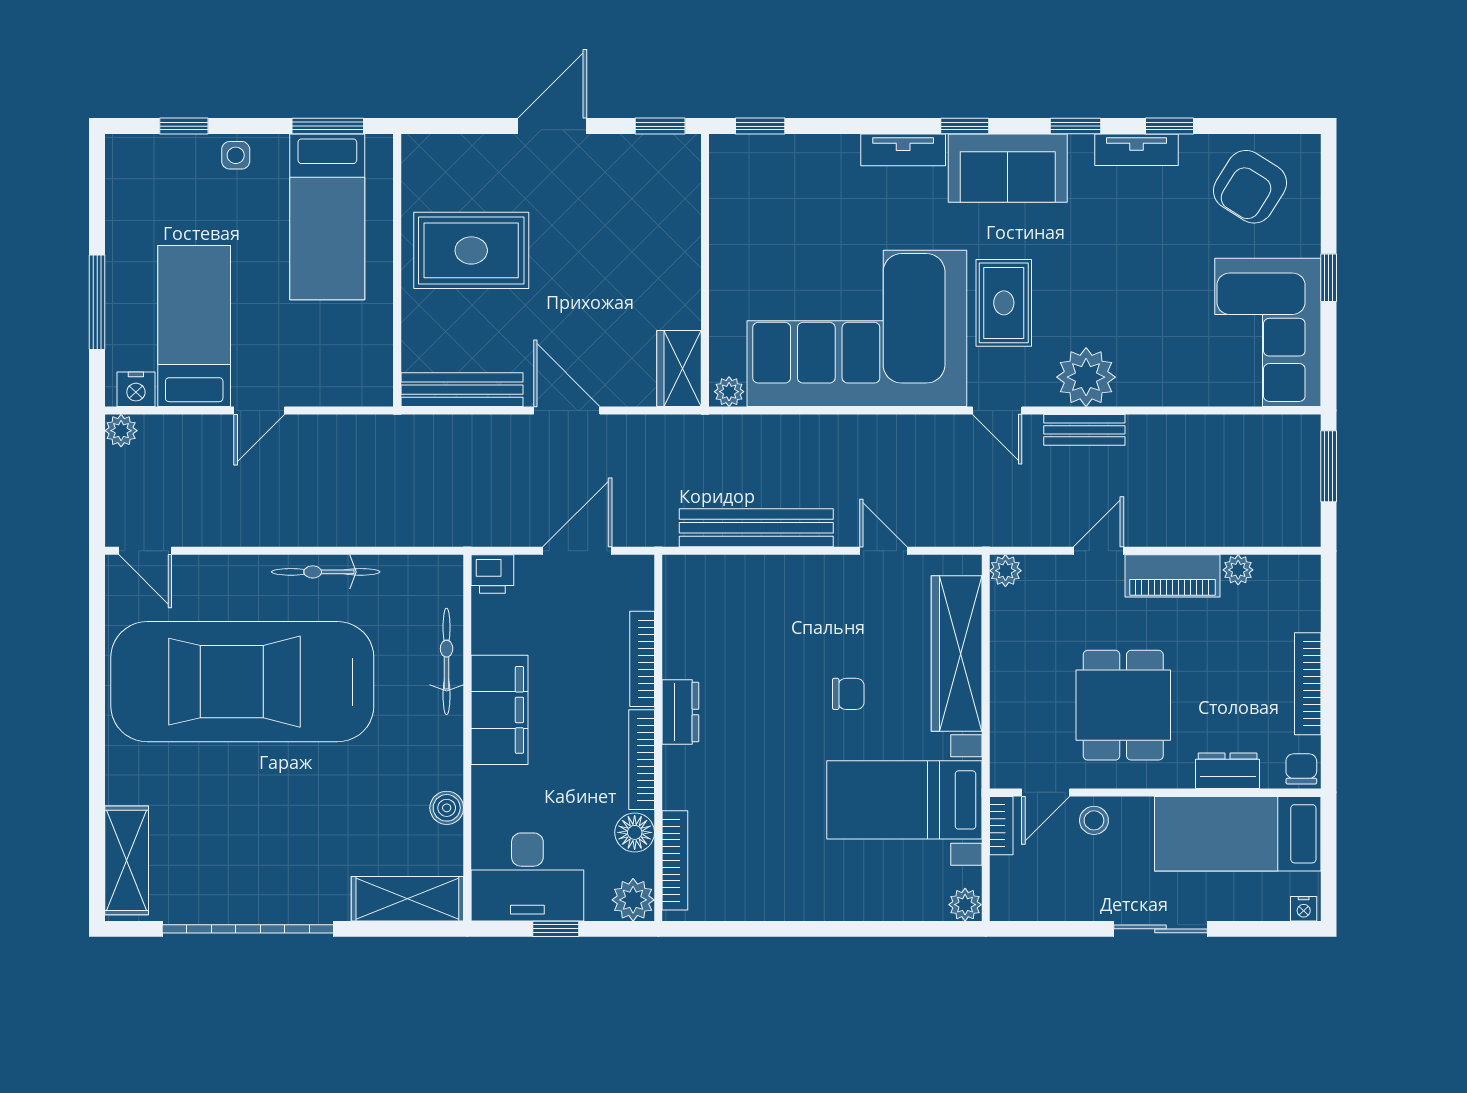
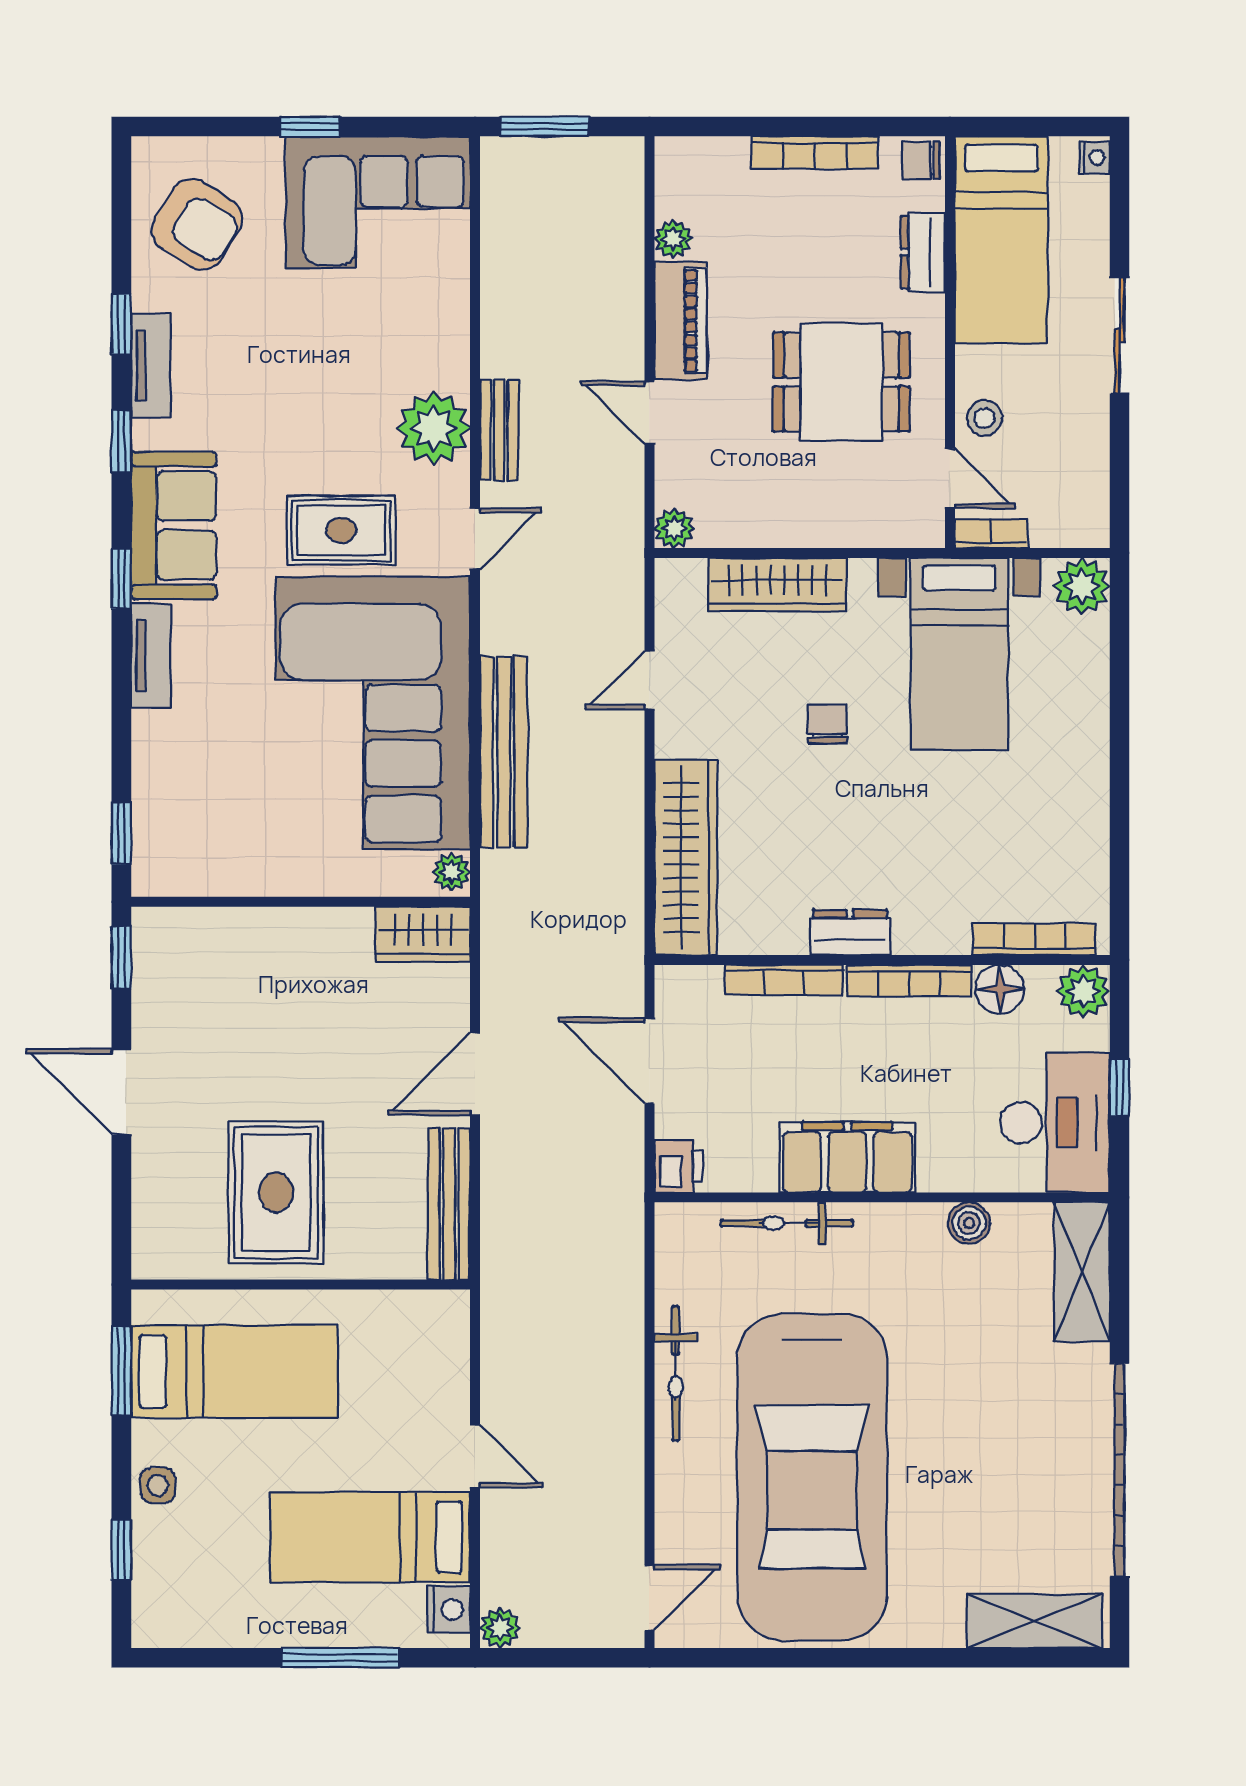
bench: (756, 528) -> (504, 752), moved
wardrobe: (741, 580) -> (686, 858), added
wardrobe: (957, 654) -> (777, 585), width x0.71, depth x0.85
plant: (965, 905) -> (1082, 586), width x1.38, depth x1.38

